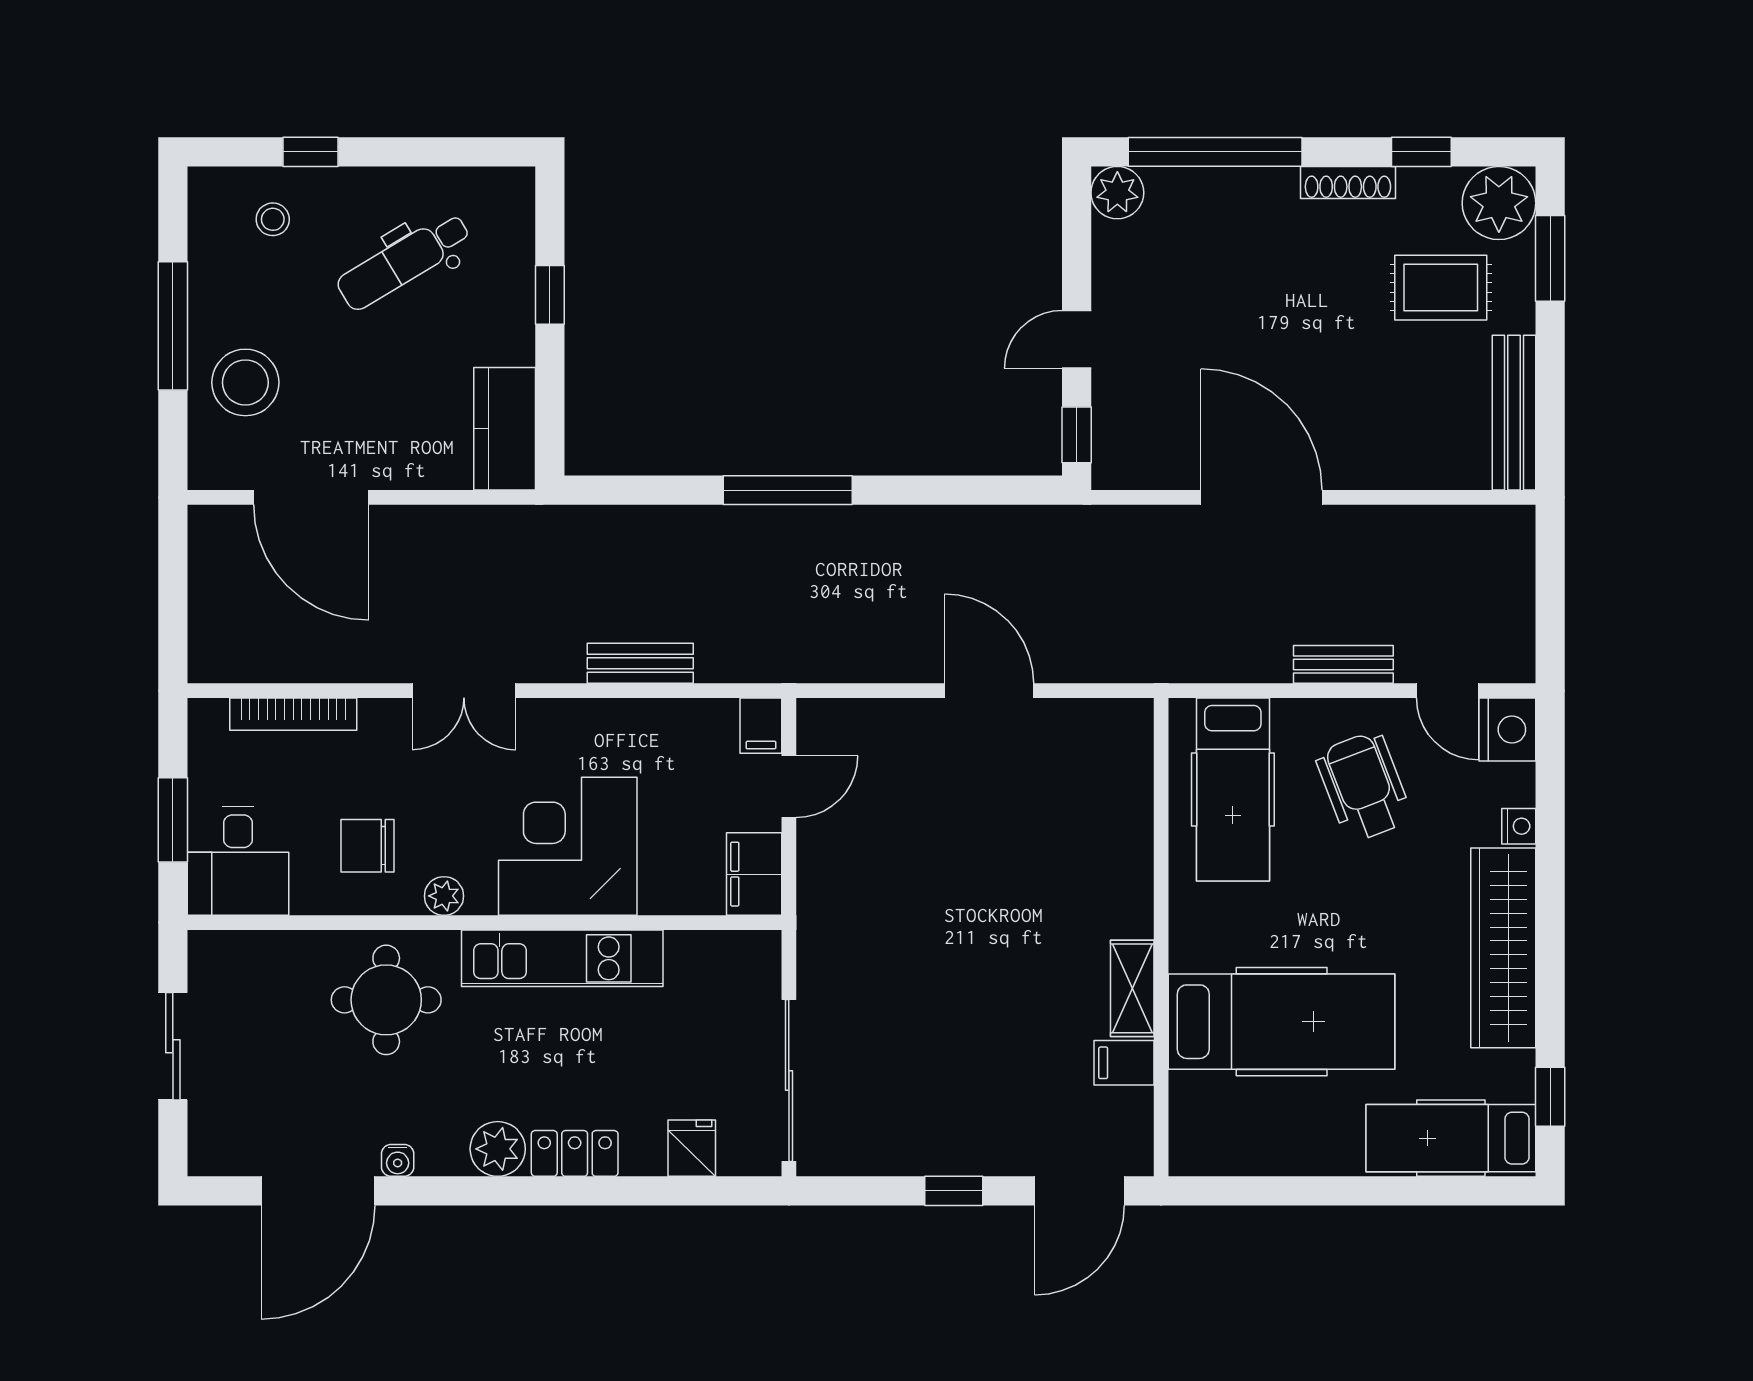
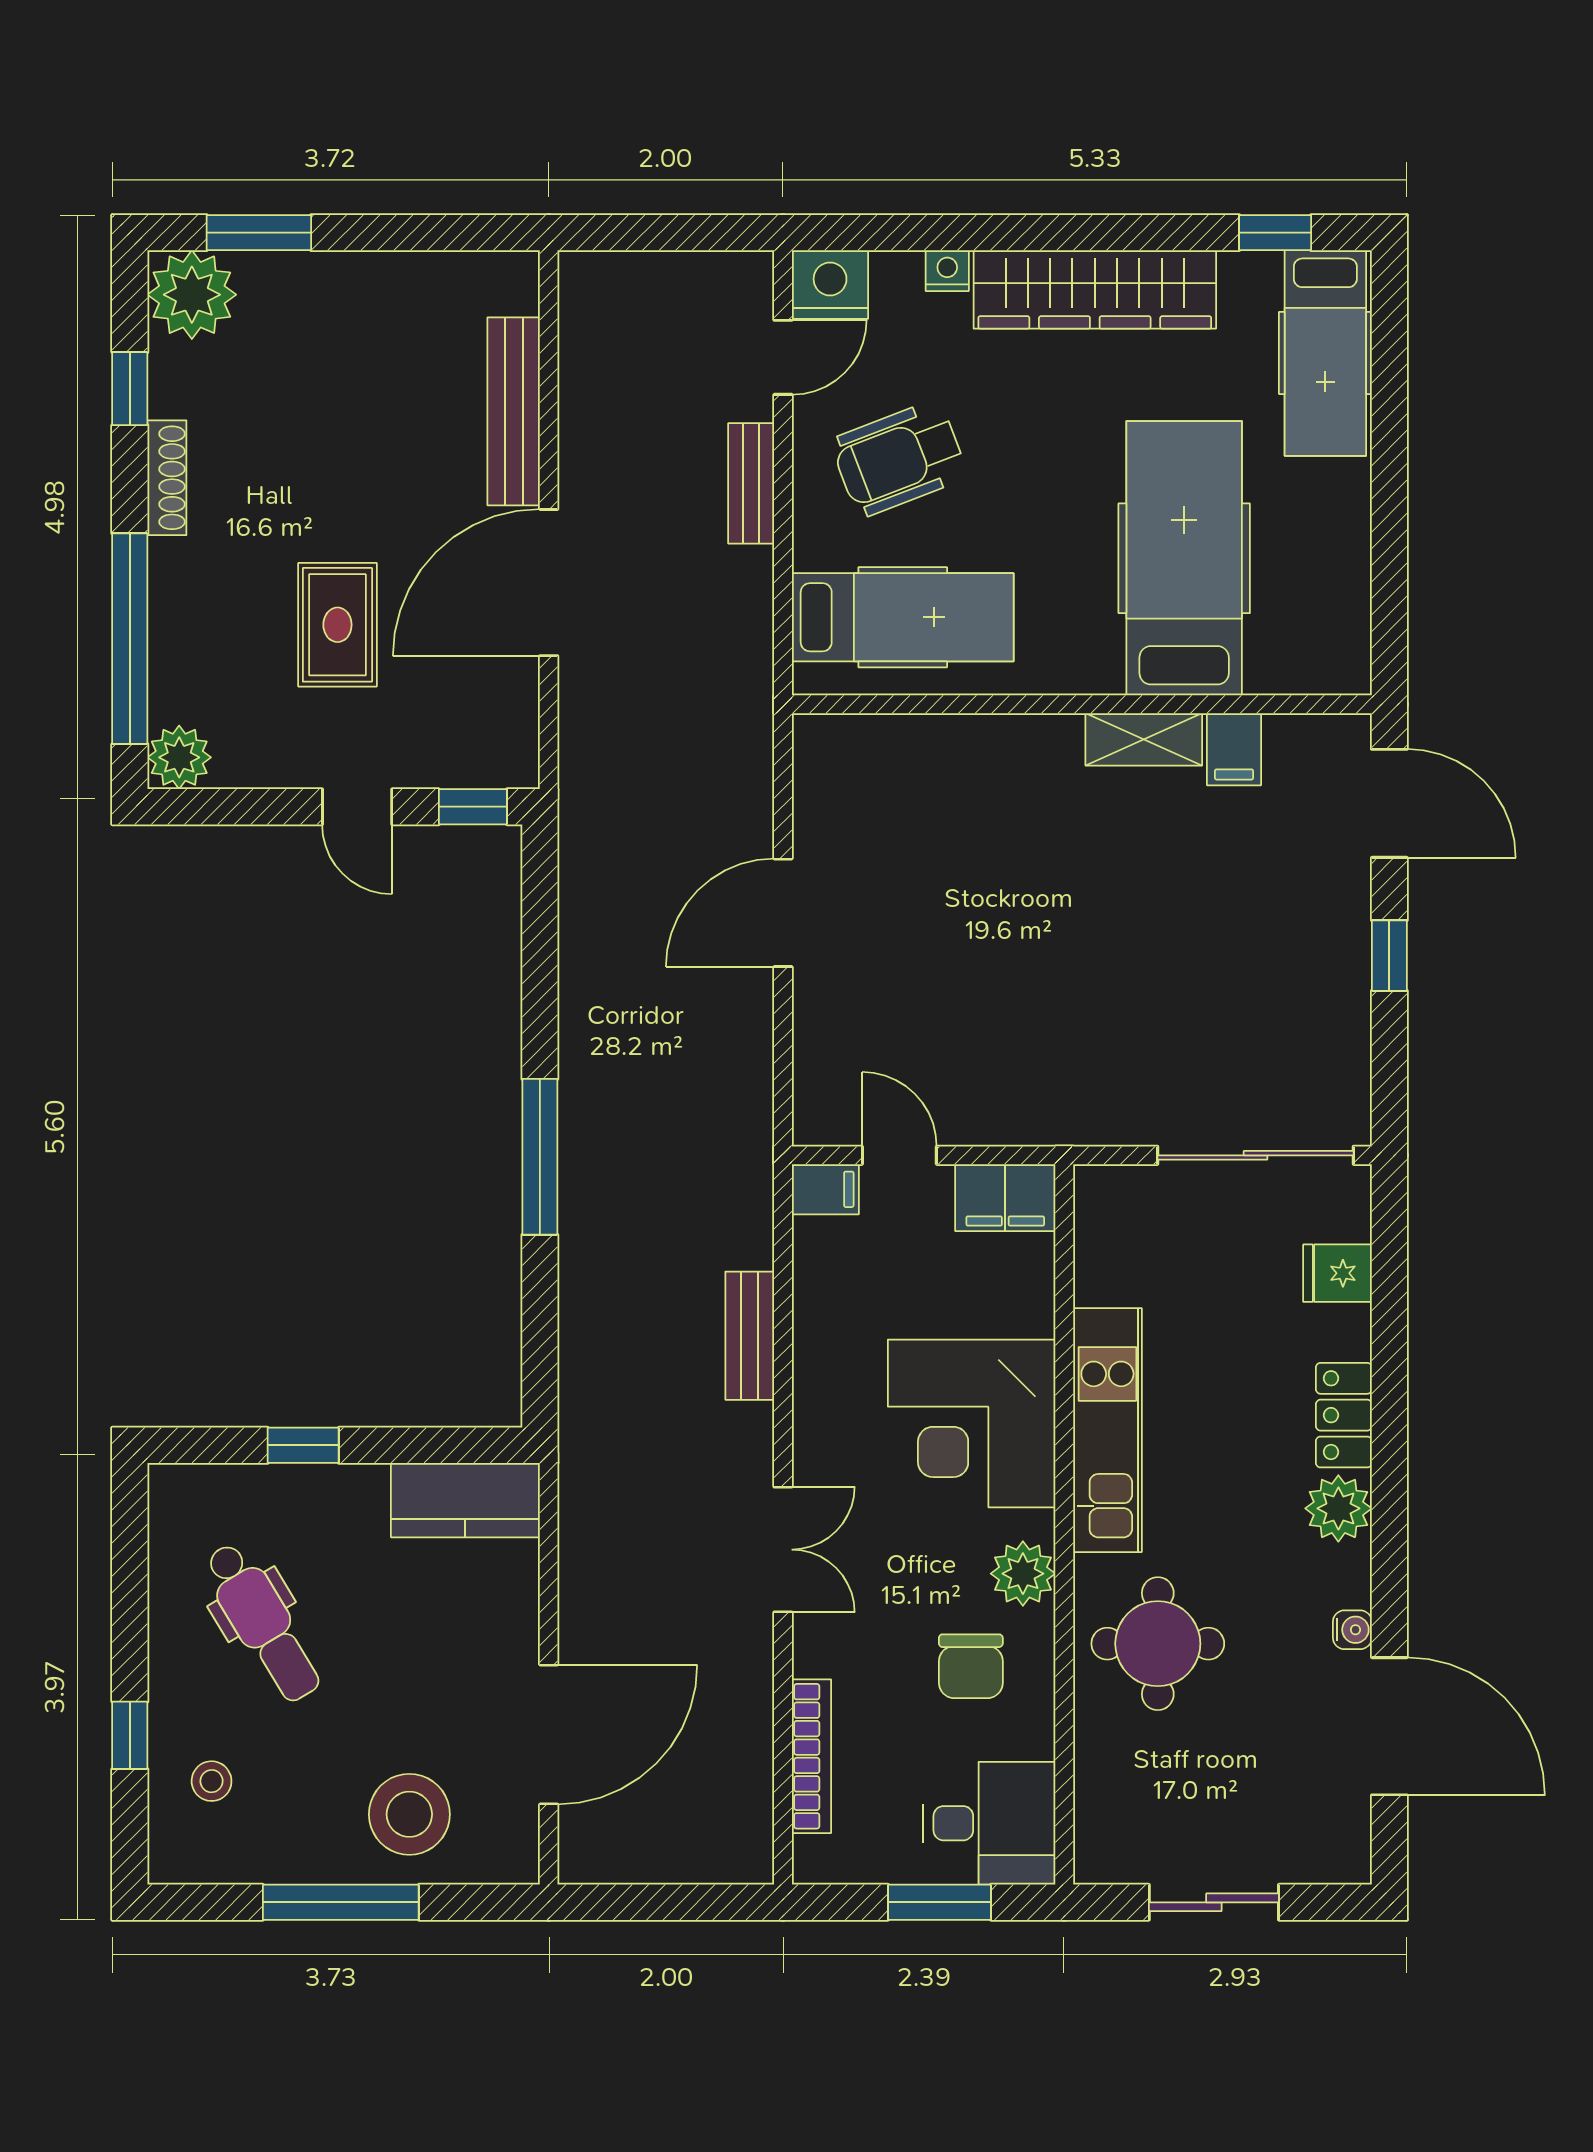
rug: (1441, 288) -> (337, 625), moved
bench: (1514, 413) -> (514, 411), moved, turned 90
plant: (444, 896) -> (1023, 1574), width x1.38, depth x1.38

